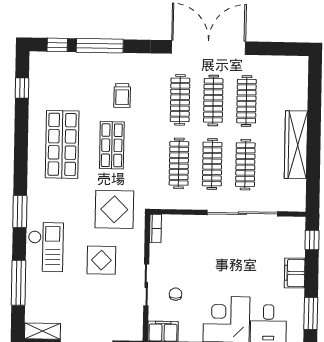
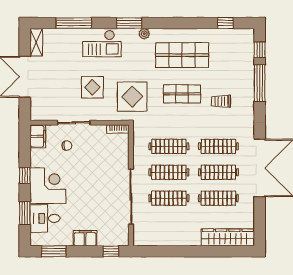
wardrobe: (296, 145) -> (228, 237), moved
plant: (34, 192) -> (144, 34), added

